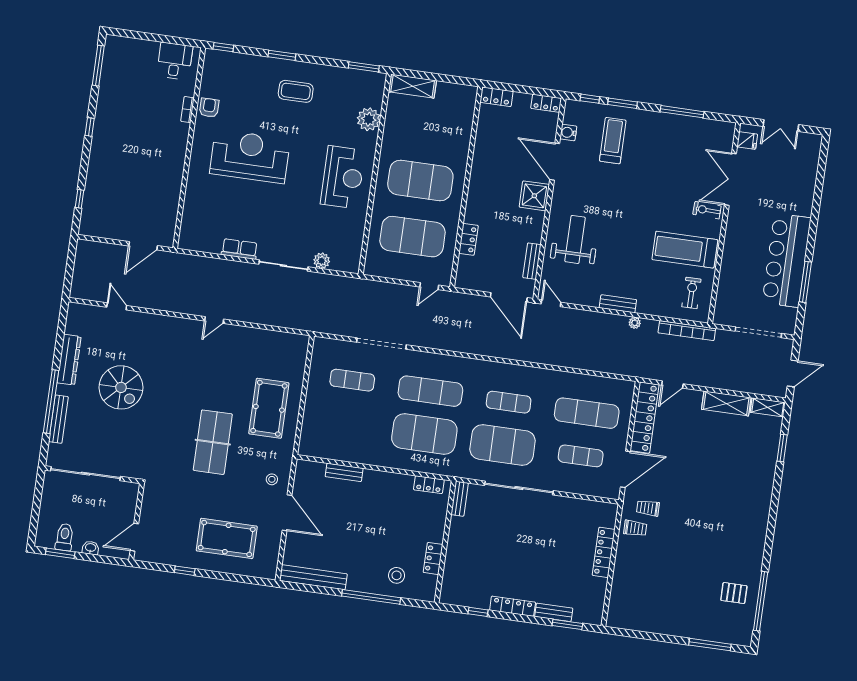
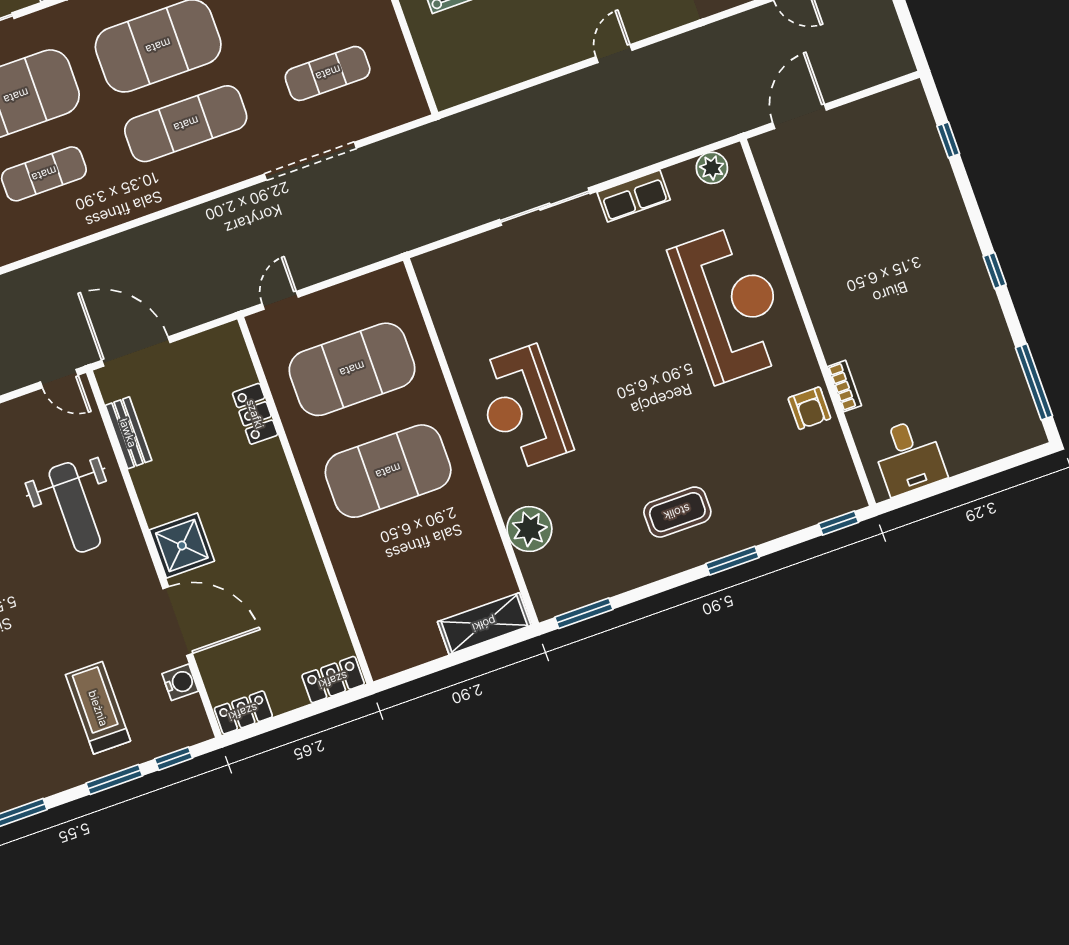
treadmill: (613, 141) -> (98, 708), turned 180
reception desk: (250, 156) -> (731, 304), moved, turned -90
plant: (322, 261) -> (712, 168), moved

